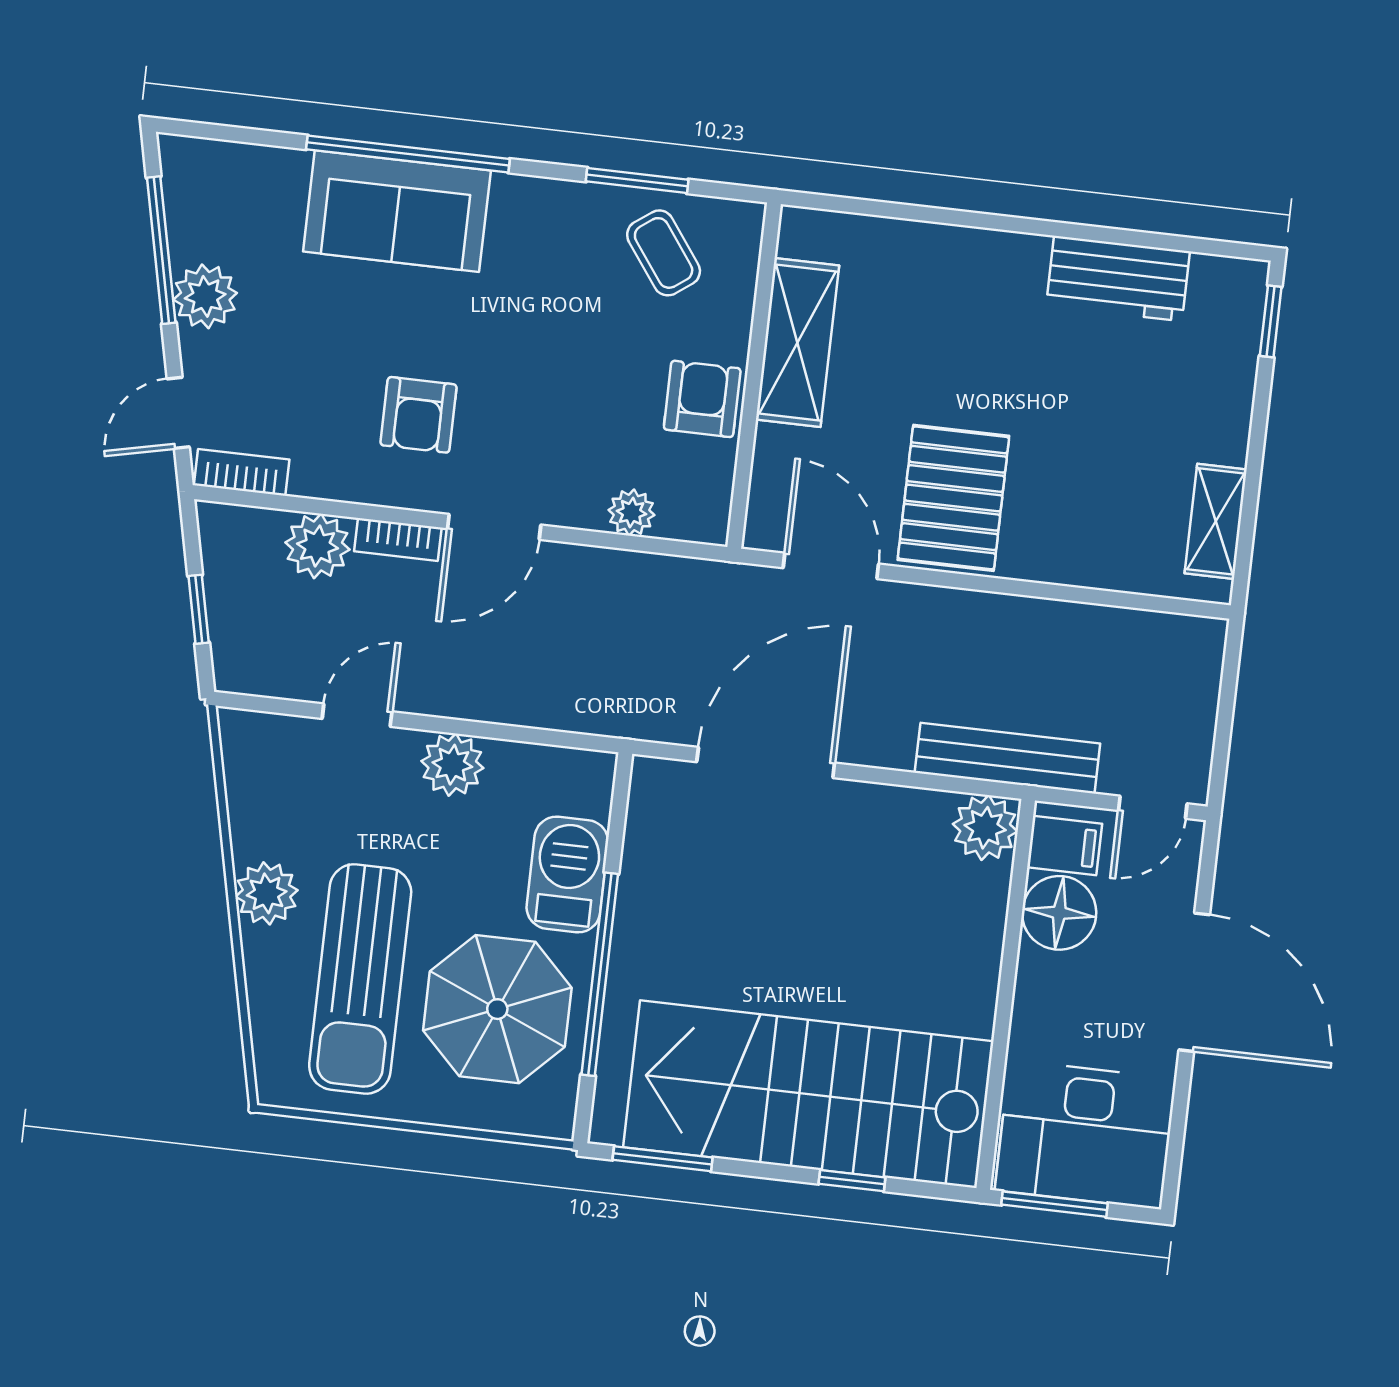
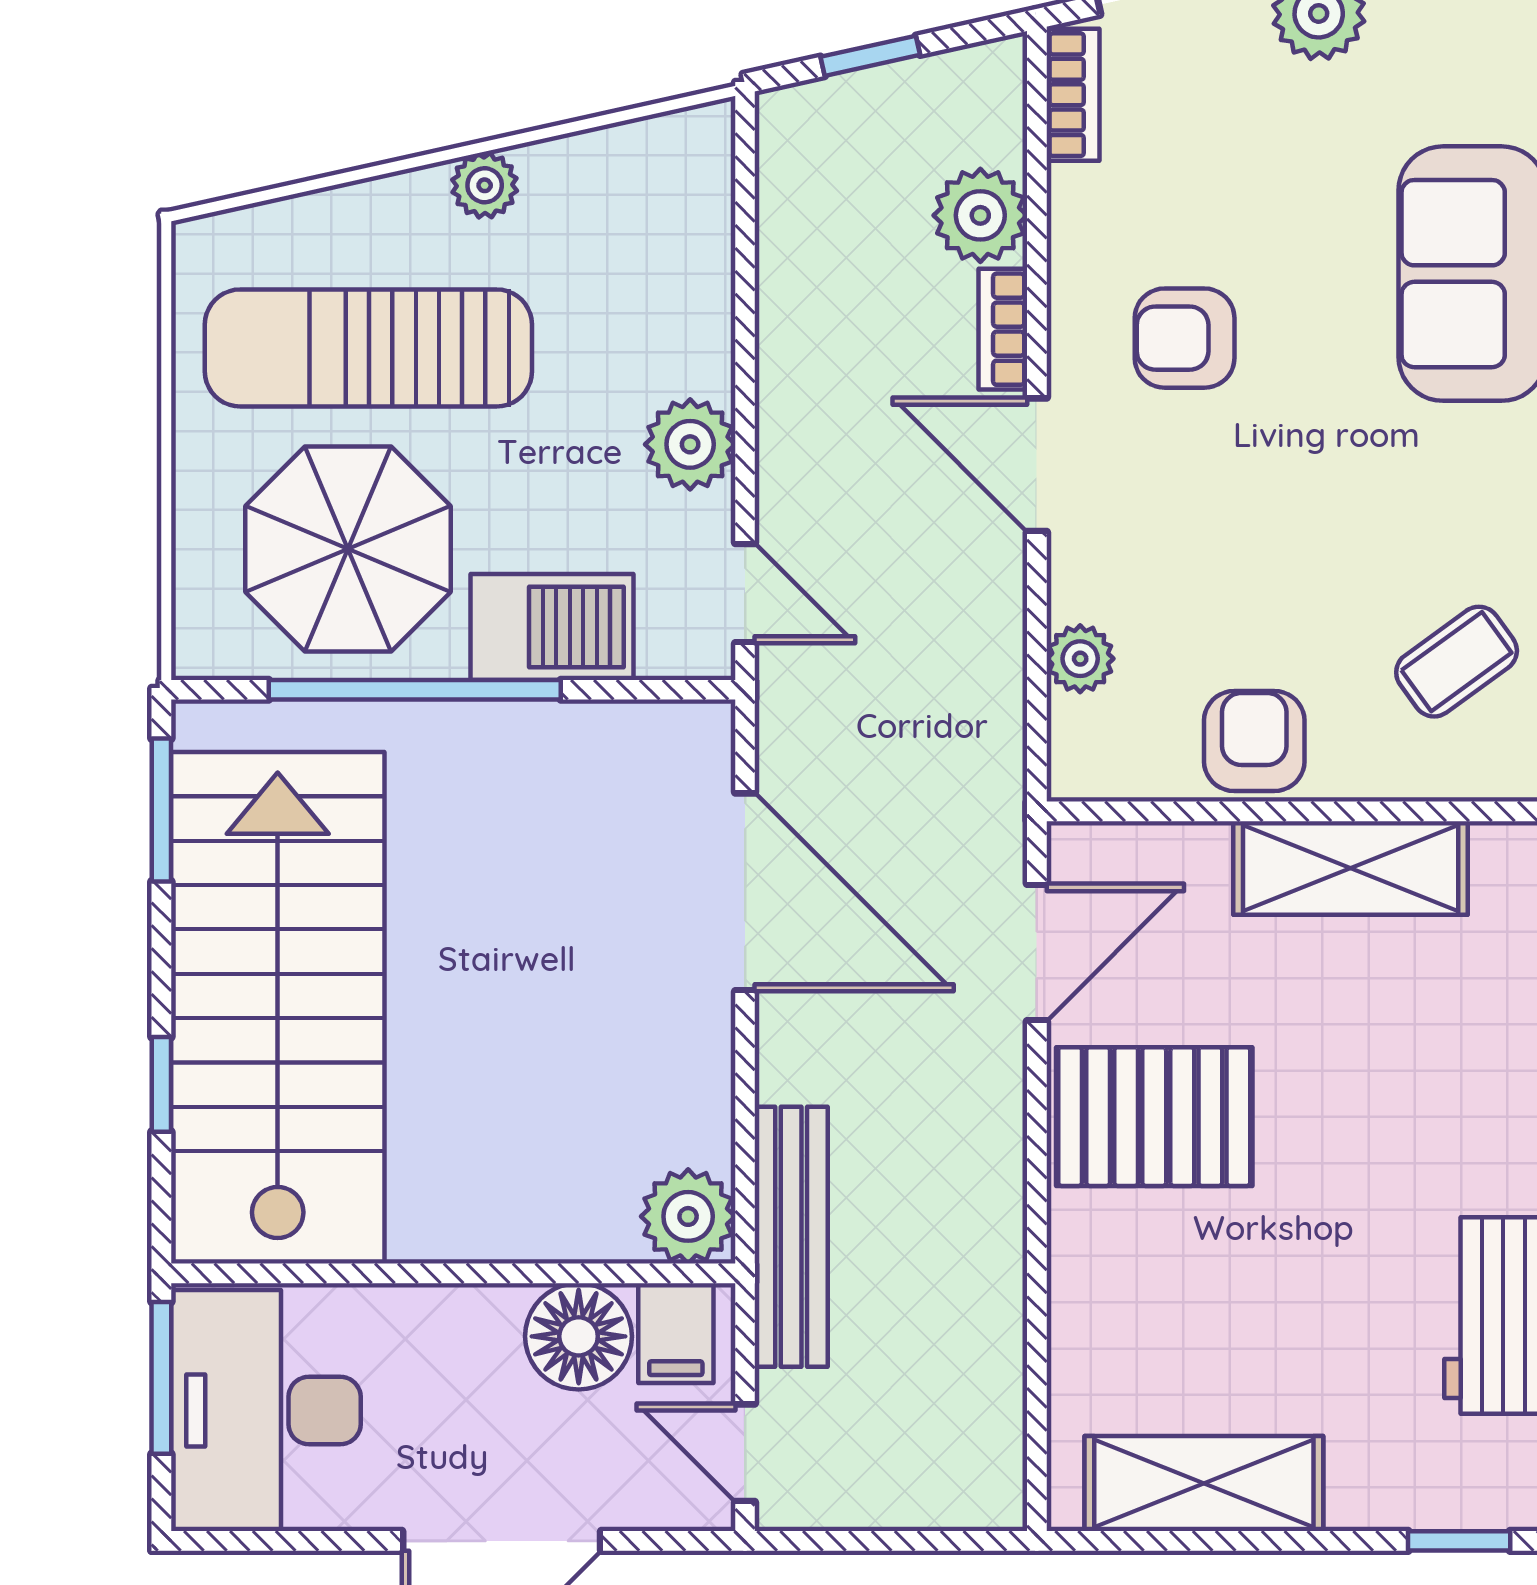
armchair: (702, 399) -> (1254, 741), turned -90
shelving: (1216, 521) -> (1204, 1483), width x1.50, depth x1.33
door: (357, 715) -> (745, 593), moved
plant: (267, 893) -> (485, 185), width x0.73, depth x0.73

